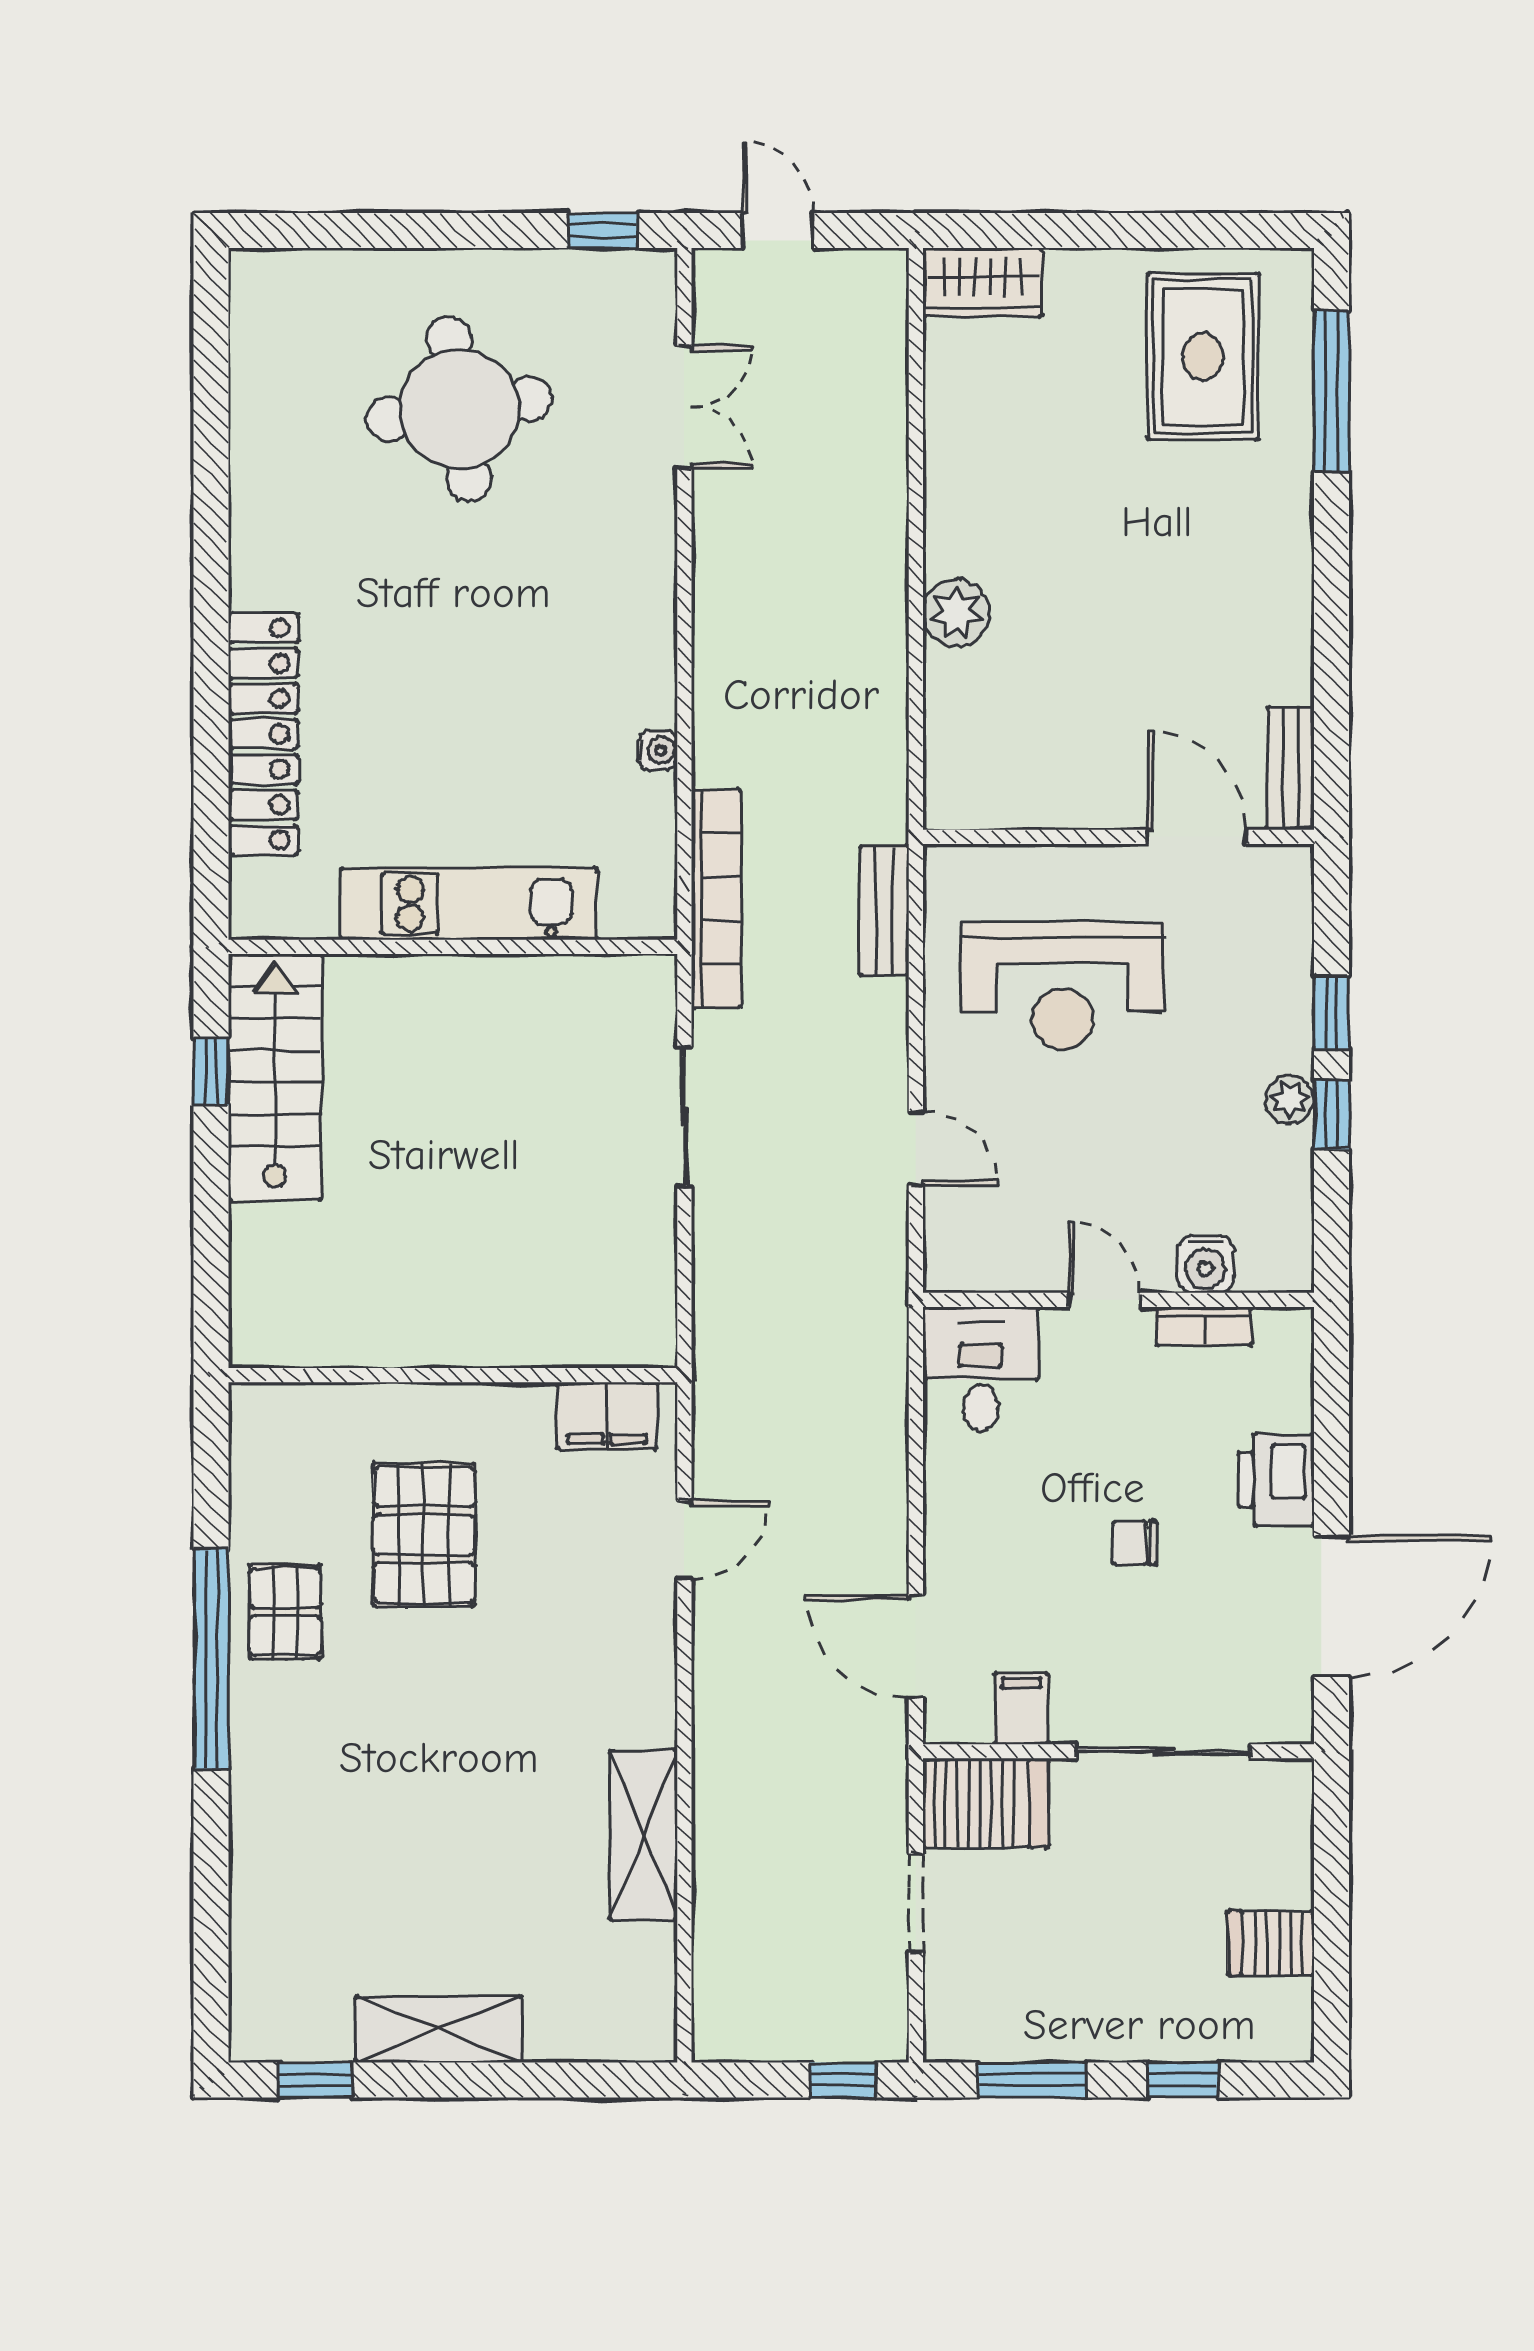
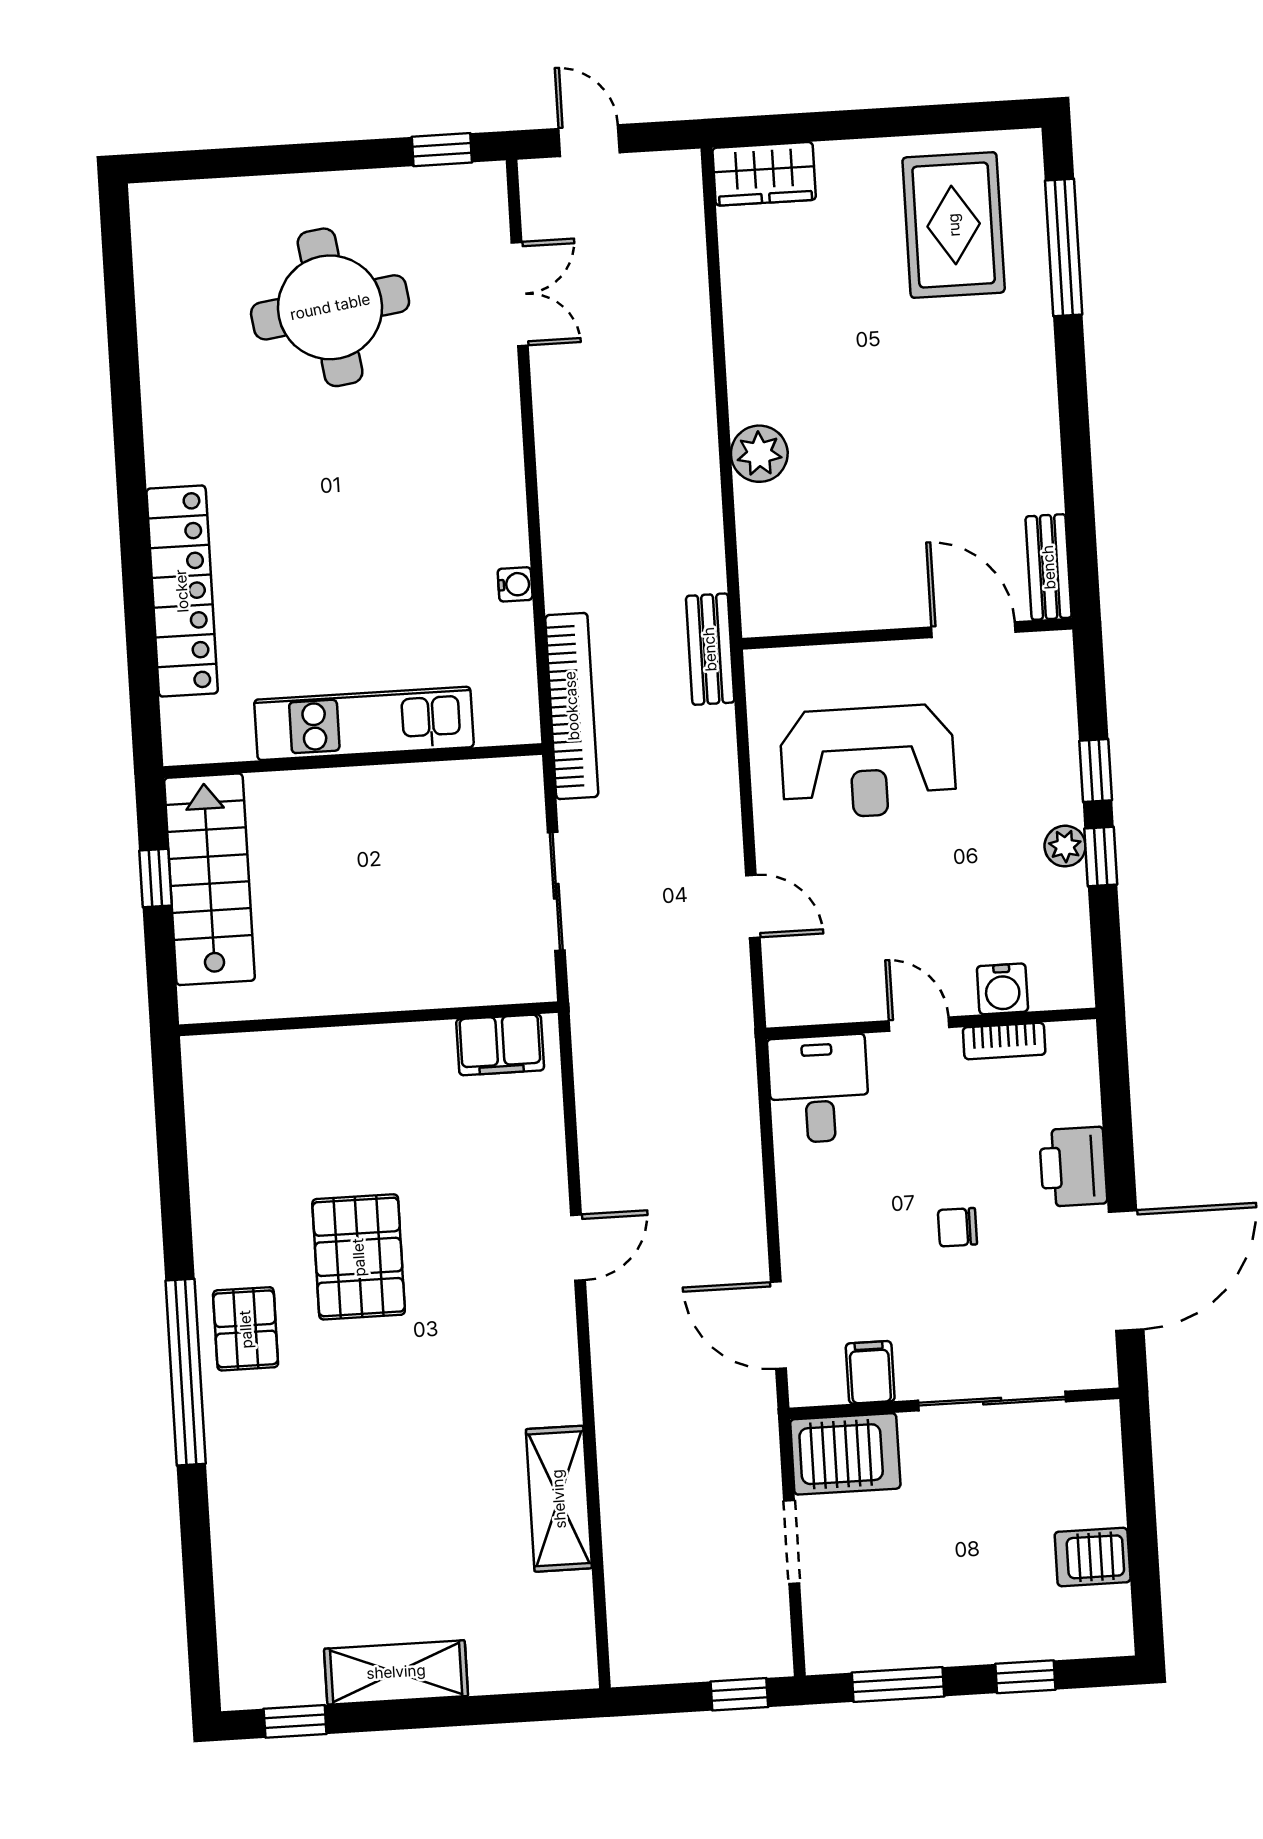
bench: (884, 910) -> (710, 649), moved
wall: (453, 1375) -> (368, 1019), moved
filing cabinet: (607, 1416) -> (500, 1045), moved

